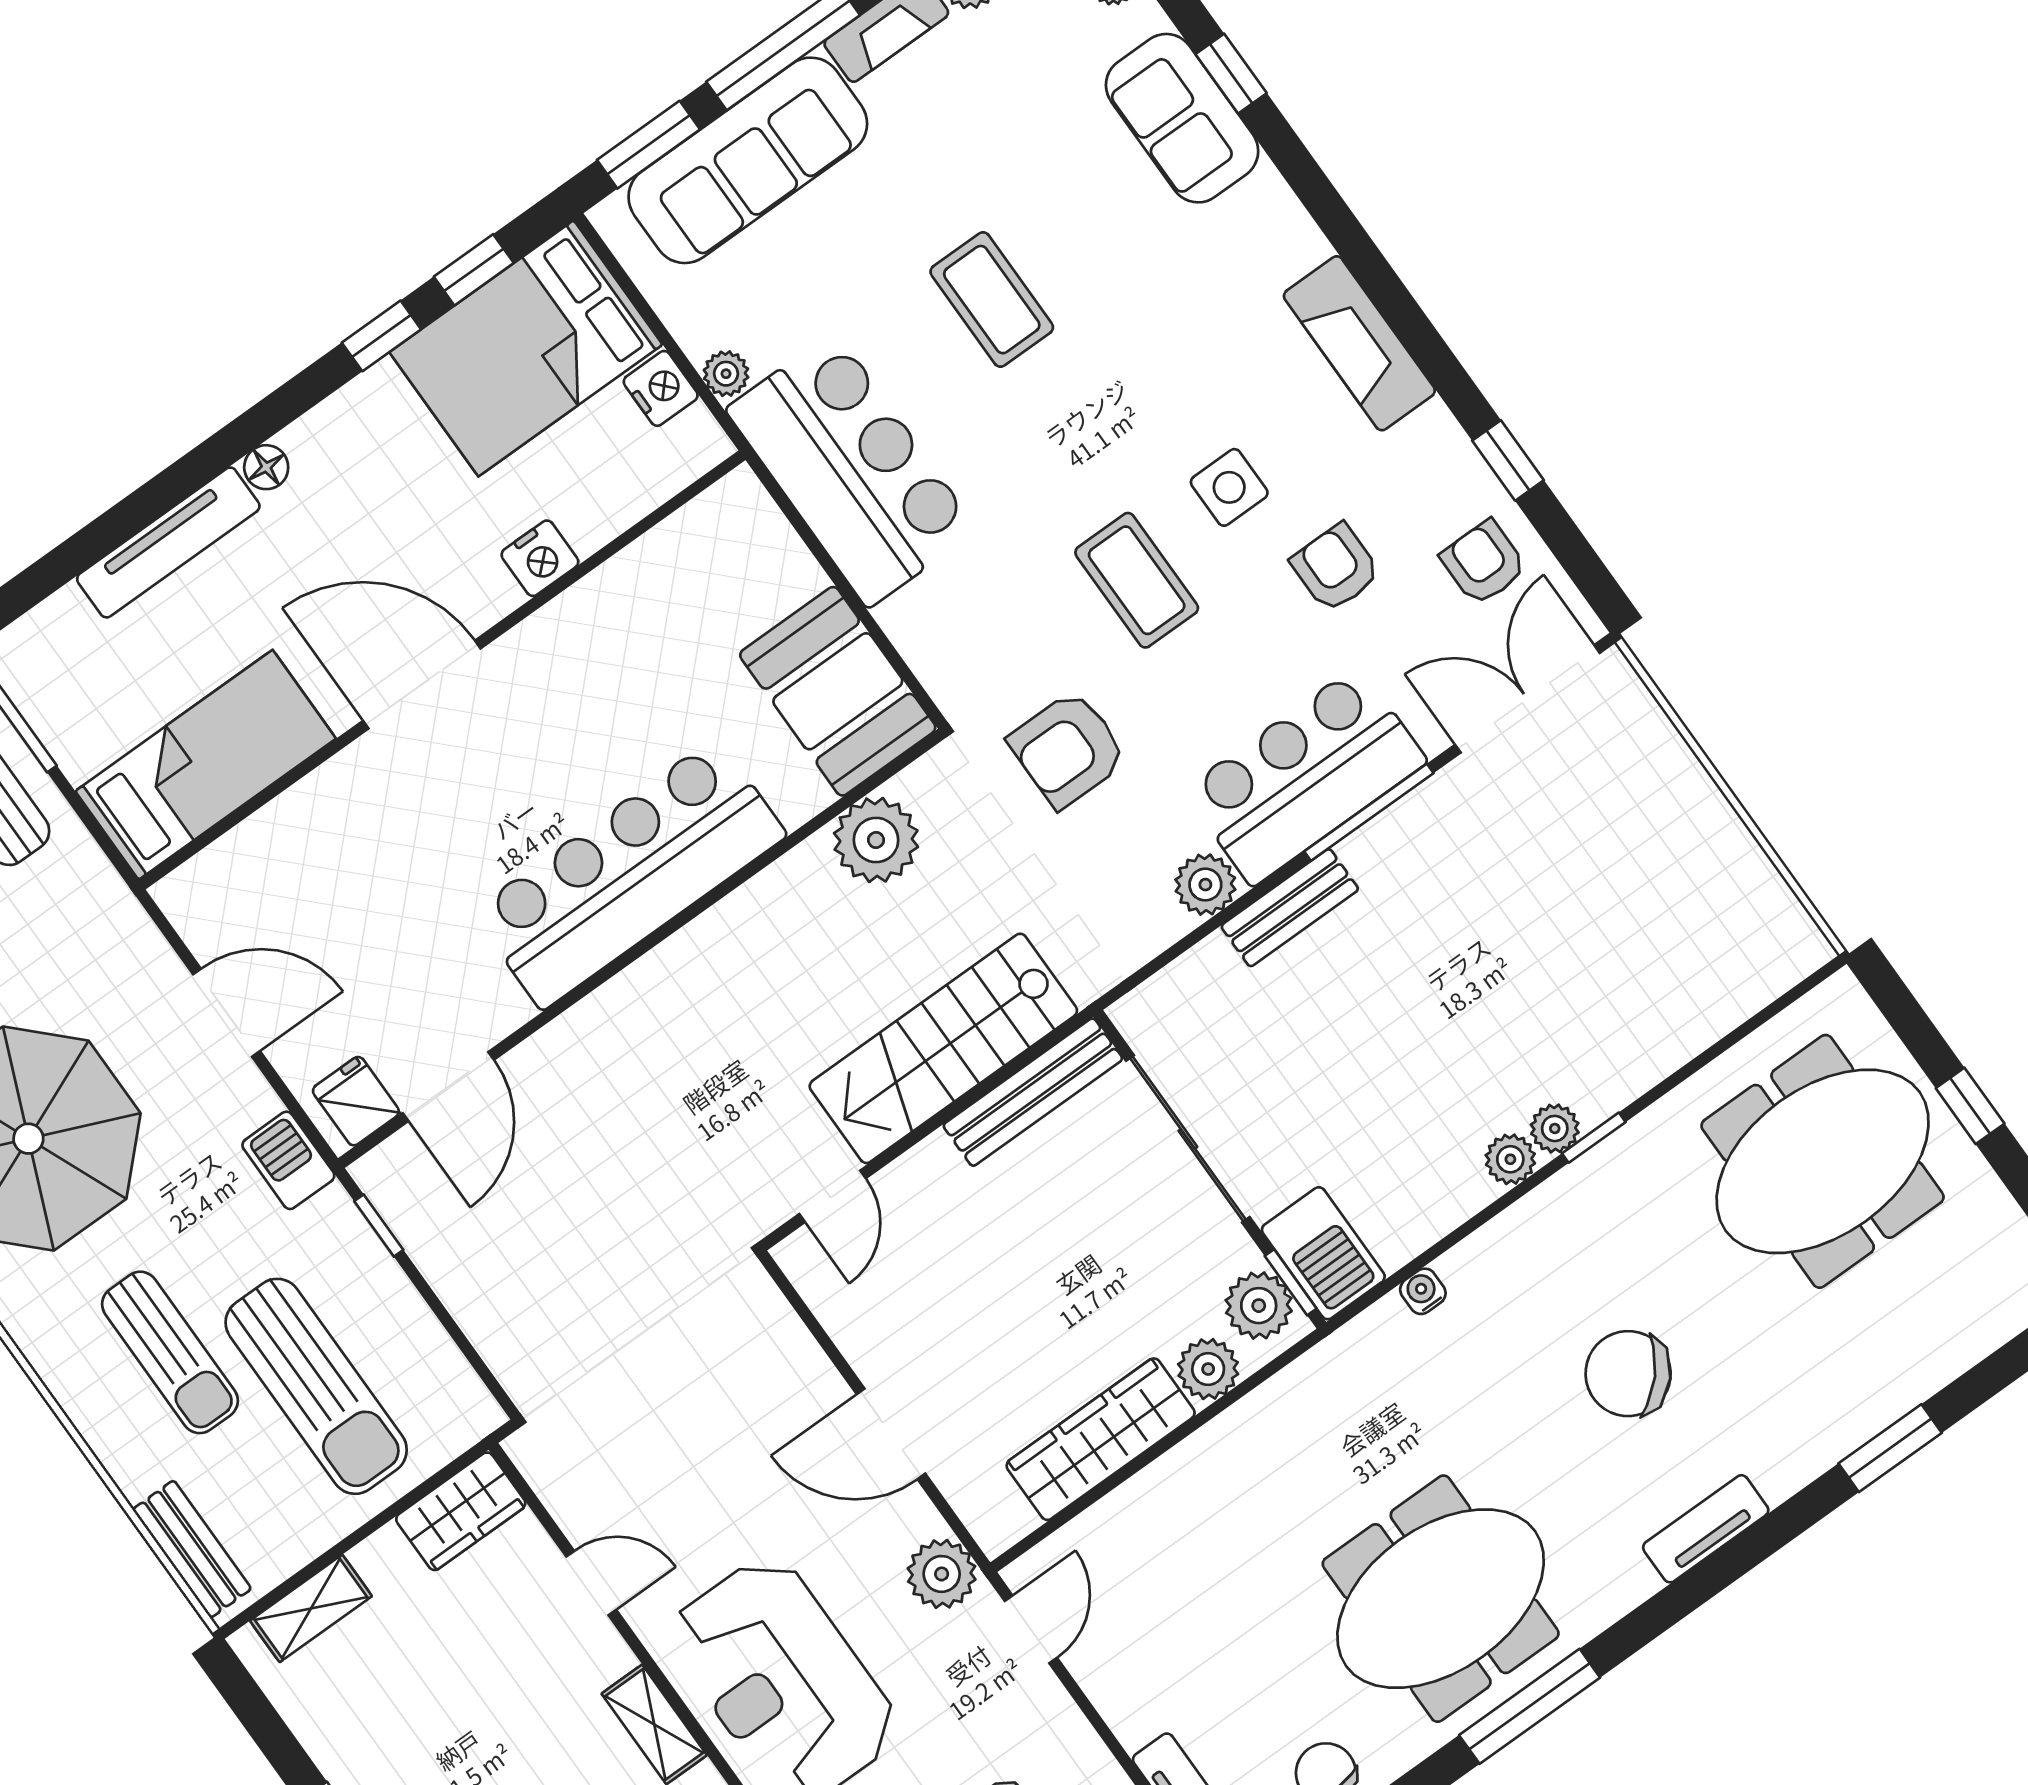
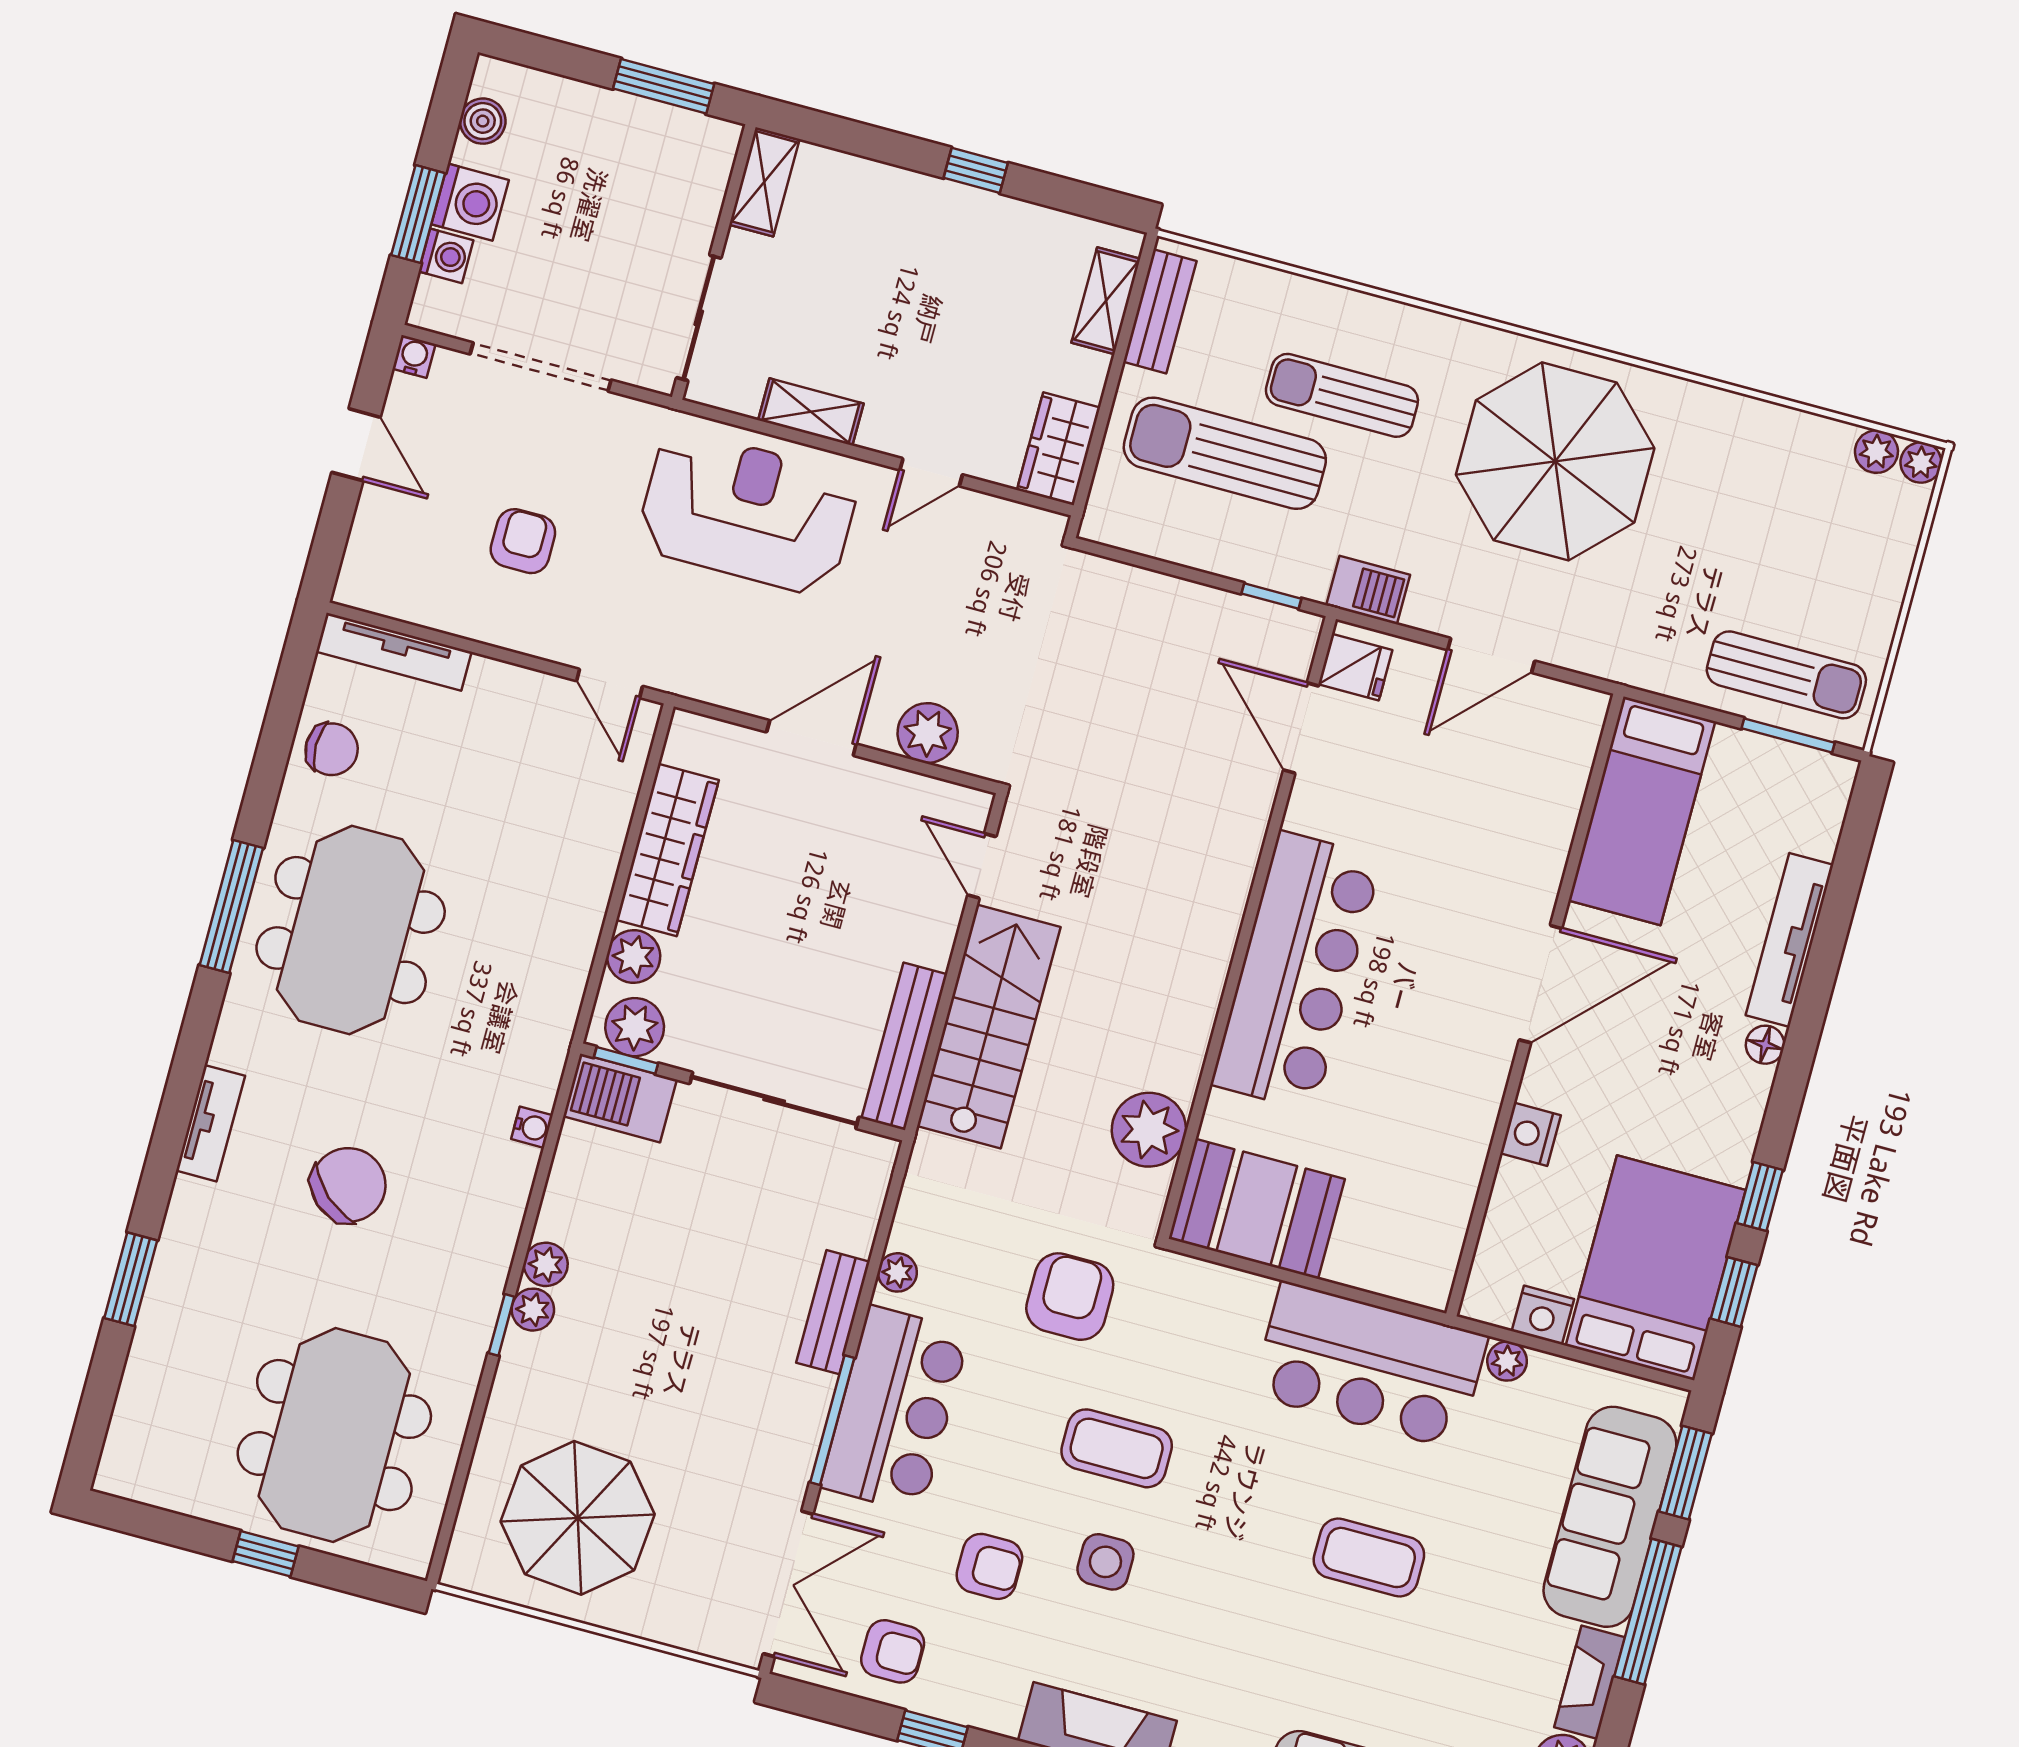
plant: (1205, 885) -> (897, 1272), width x0.73, depth x0.73
parasol: (1667, 911) -> (578, 1518), added
bench: (192, 1549) -> (1160, 311), moved, turned 90
plant: (942, 1574) -> (928, 733), moved

